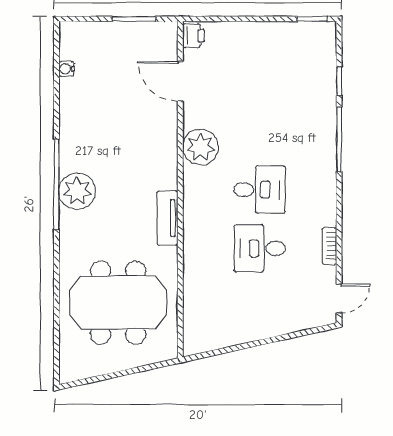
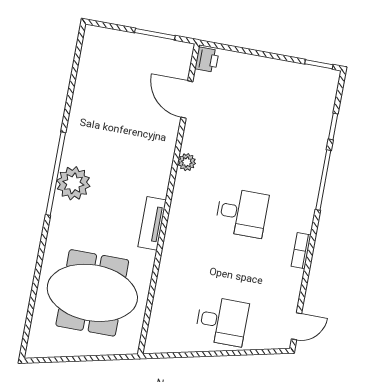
water cooler: (66, 69) -> (84, 69), removed
plant: (200, 147) -> (187, 162), width x0.53, depth x0.53
bookcase: (329, 246) -> (301, 251), moved
desk: (260, 248) -> (222, 321), moved, turned 180

